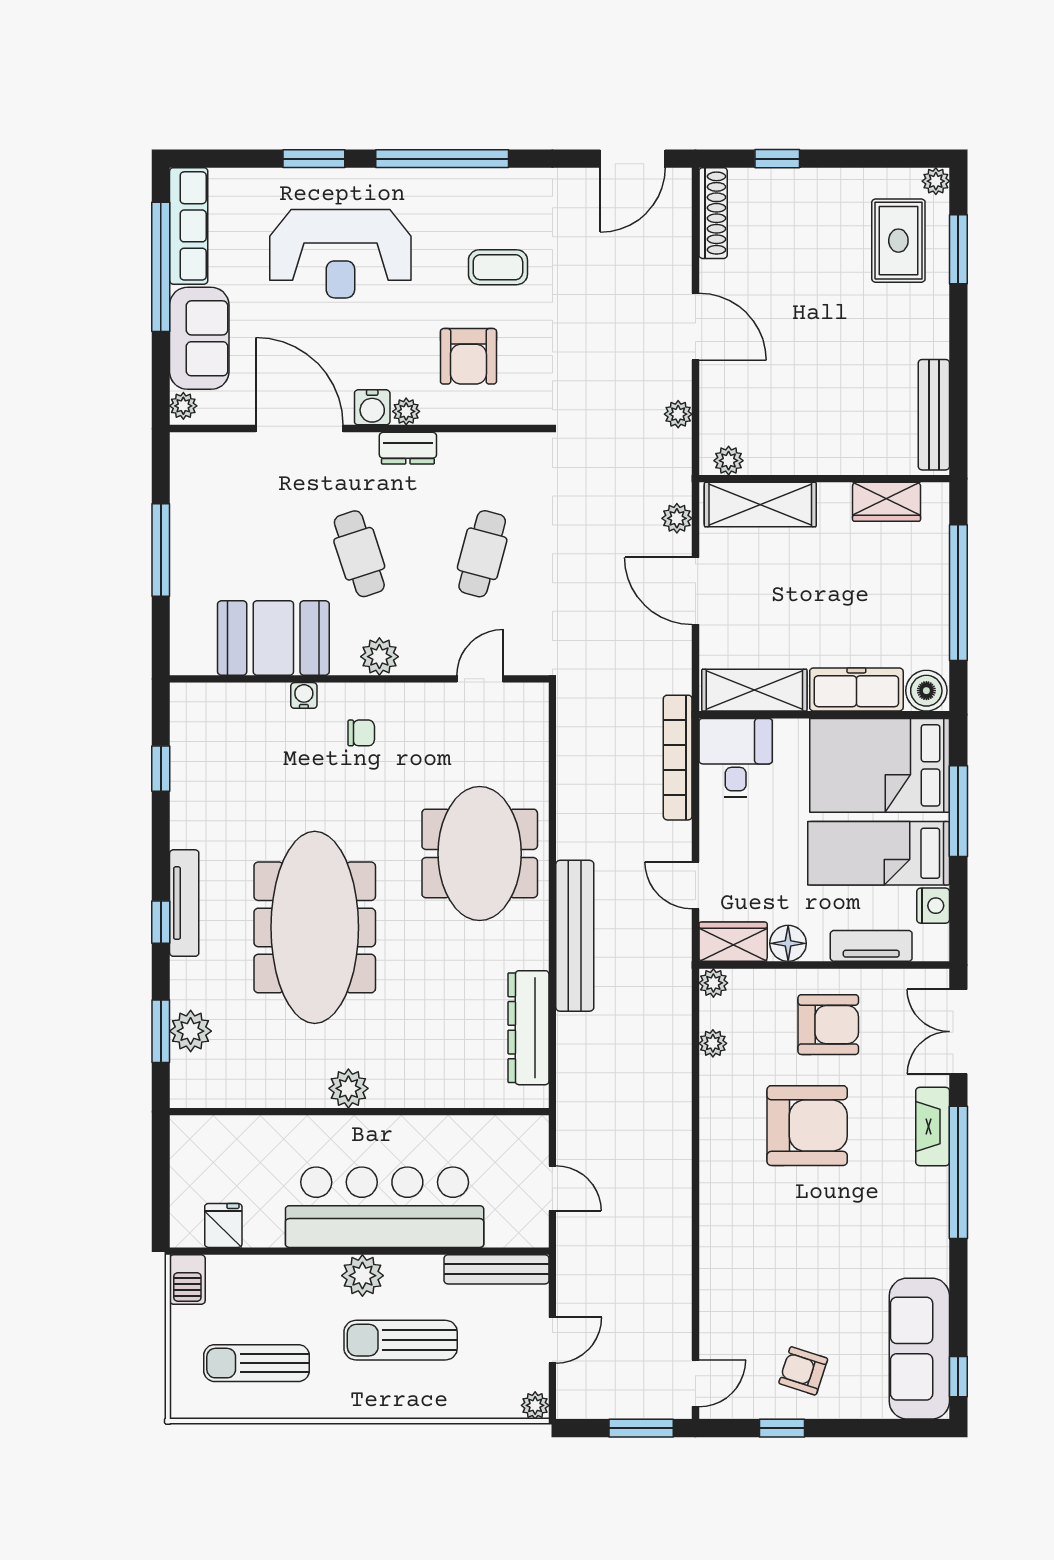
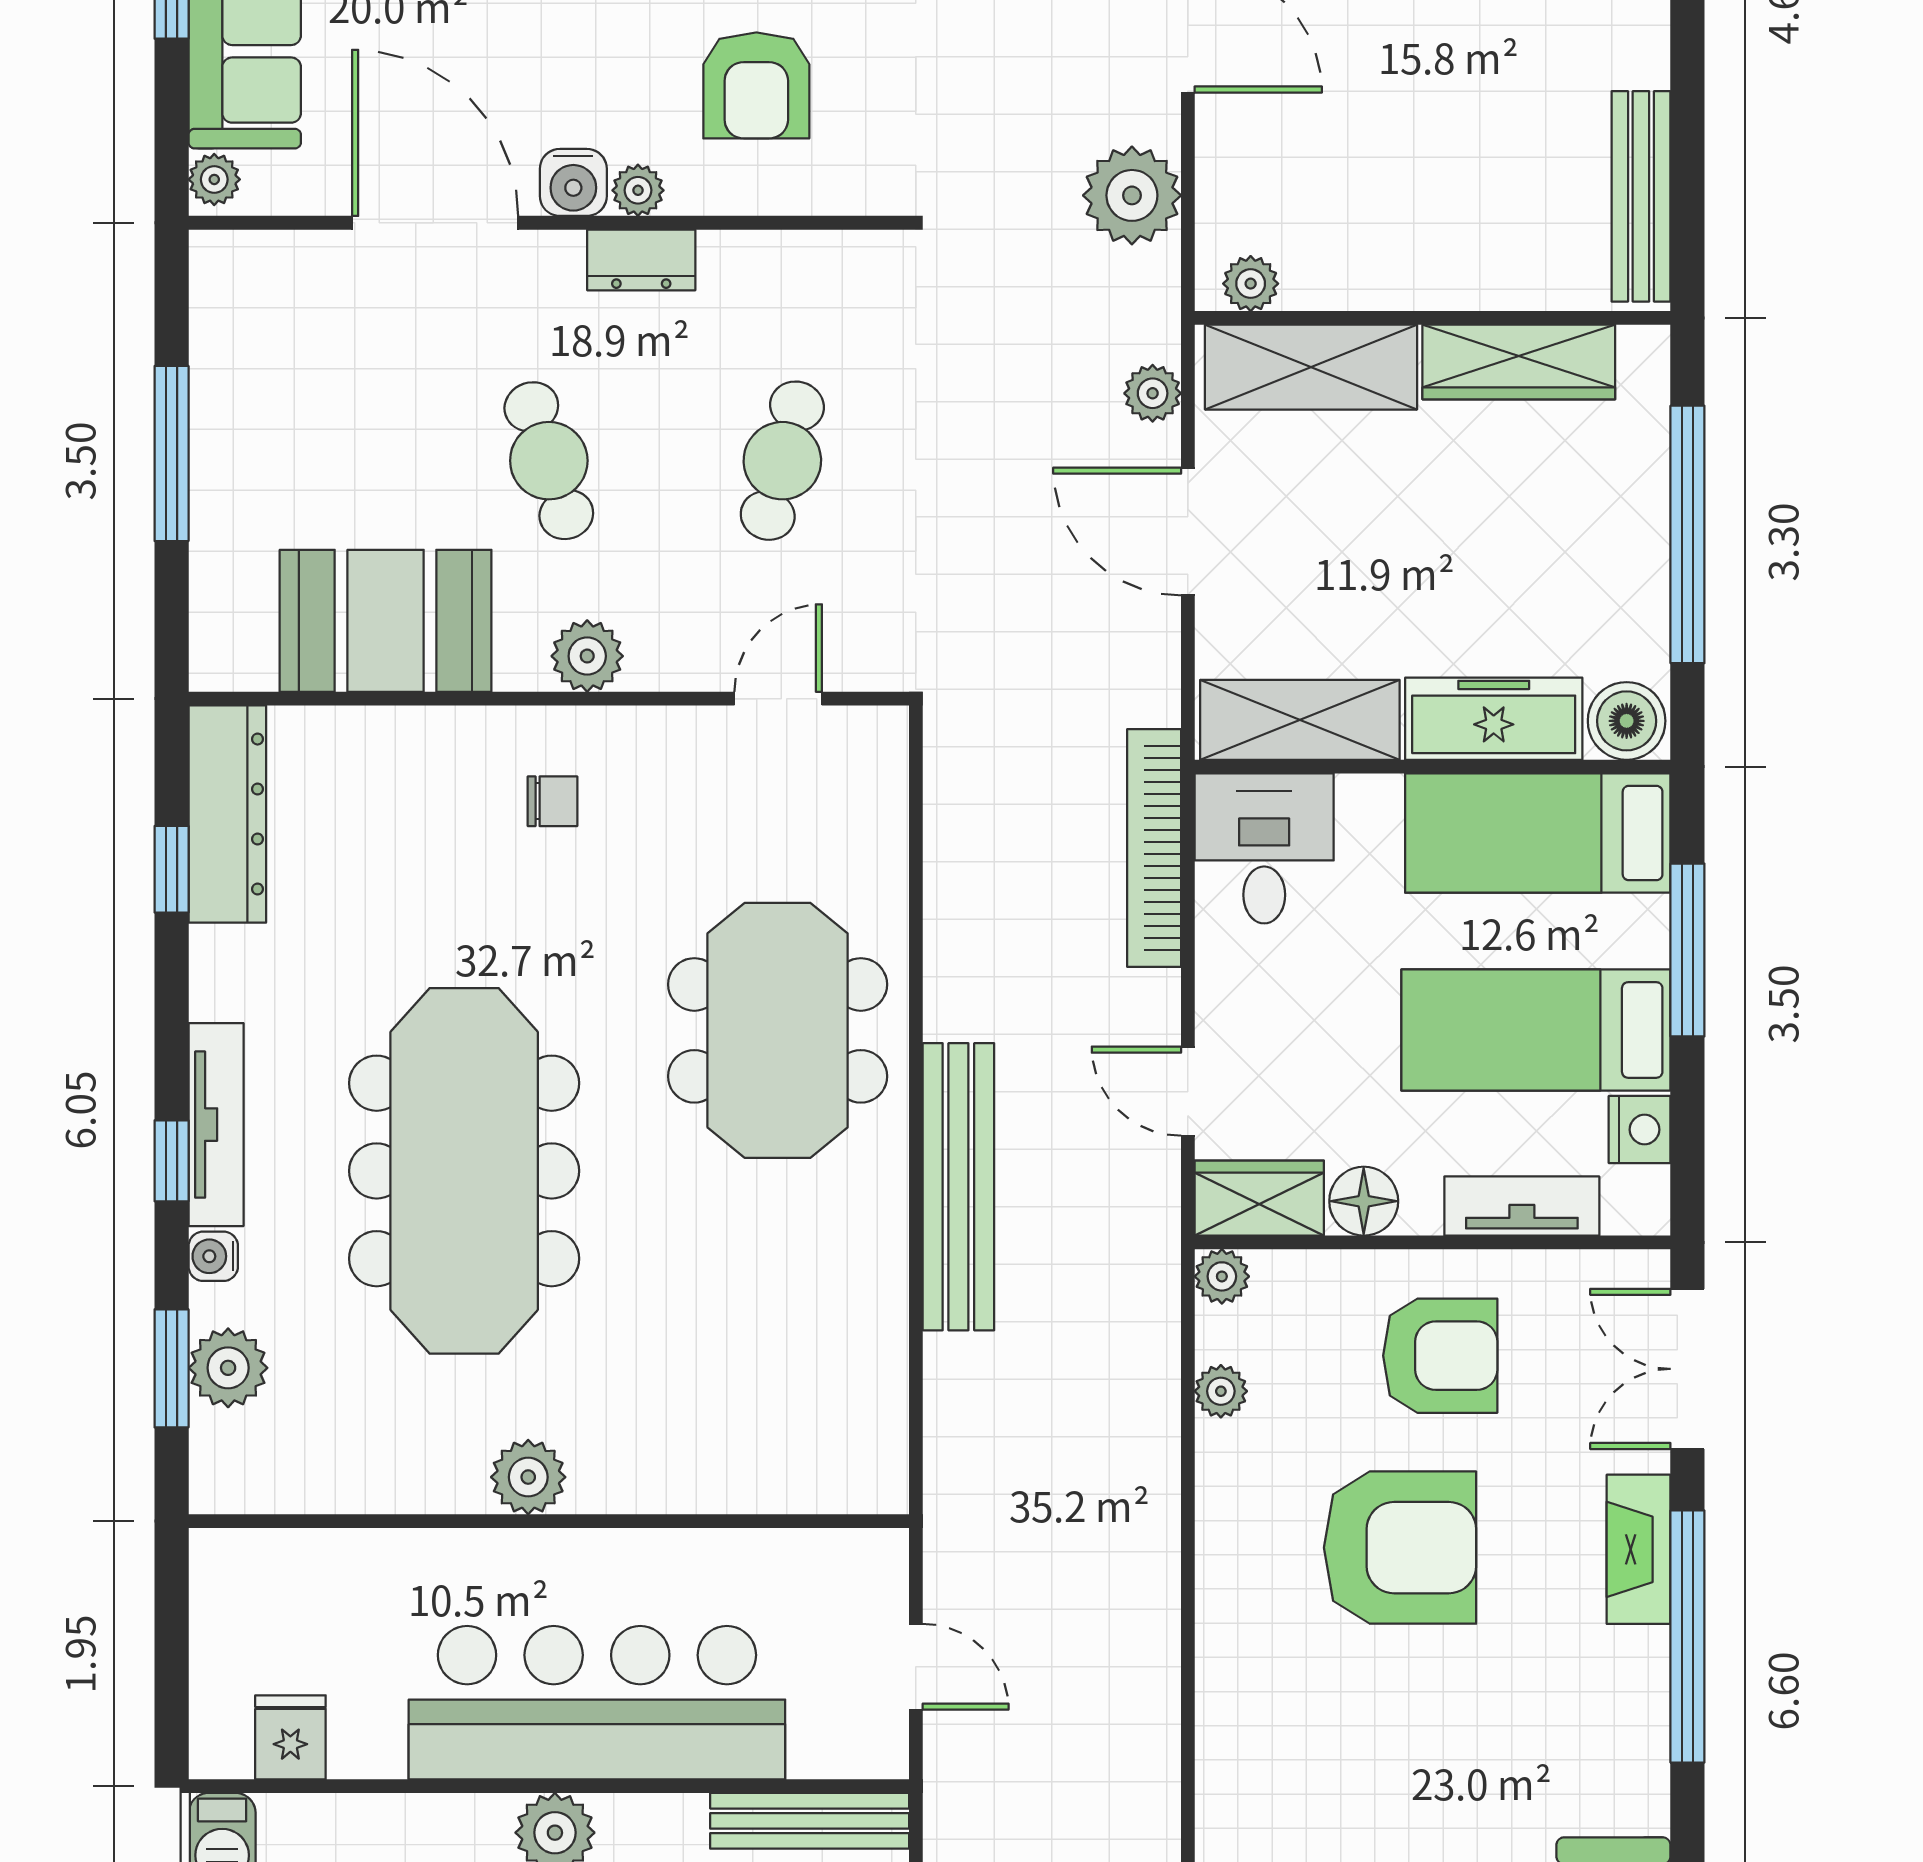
plant: (678, 414) -> (1132, 195), width x1.88, depth x1.88
wardrobe: (887, 502) -> (1519, 362), width x1.50
water cooler: (304, 695) -> (213, 1256), moved, turned -90
bed: (880, 765) -> (1538, 833), width x0.67
dresser: (528, 1028) -> (227, 814), moved, turned 180

